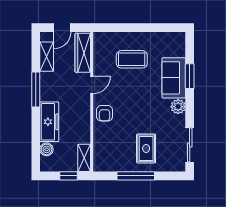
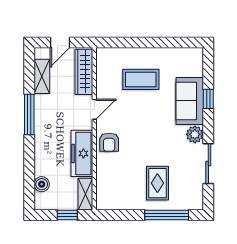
window: (190, 76) -> (208, 99), width x0.67
freezer: (49, 122) -> (82, 153), moved, turned 180
sliding door: (190, 145) -> (208, 164), moved
window: (136, 176) -> (167, 215), moved

